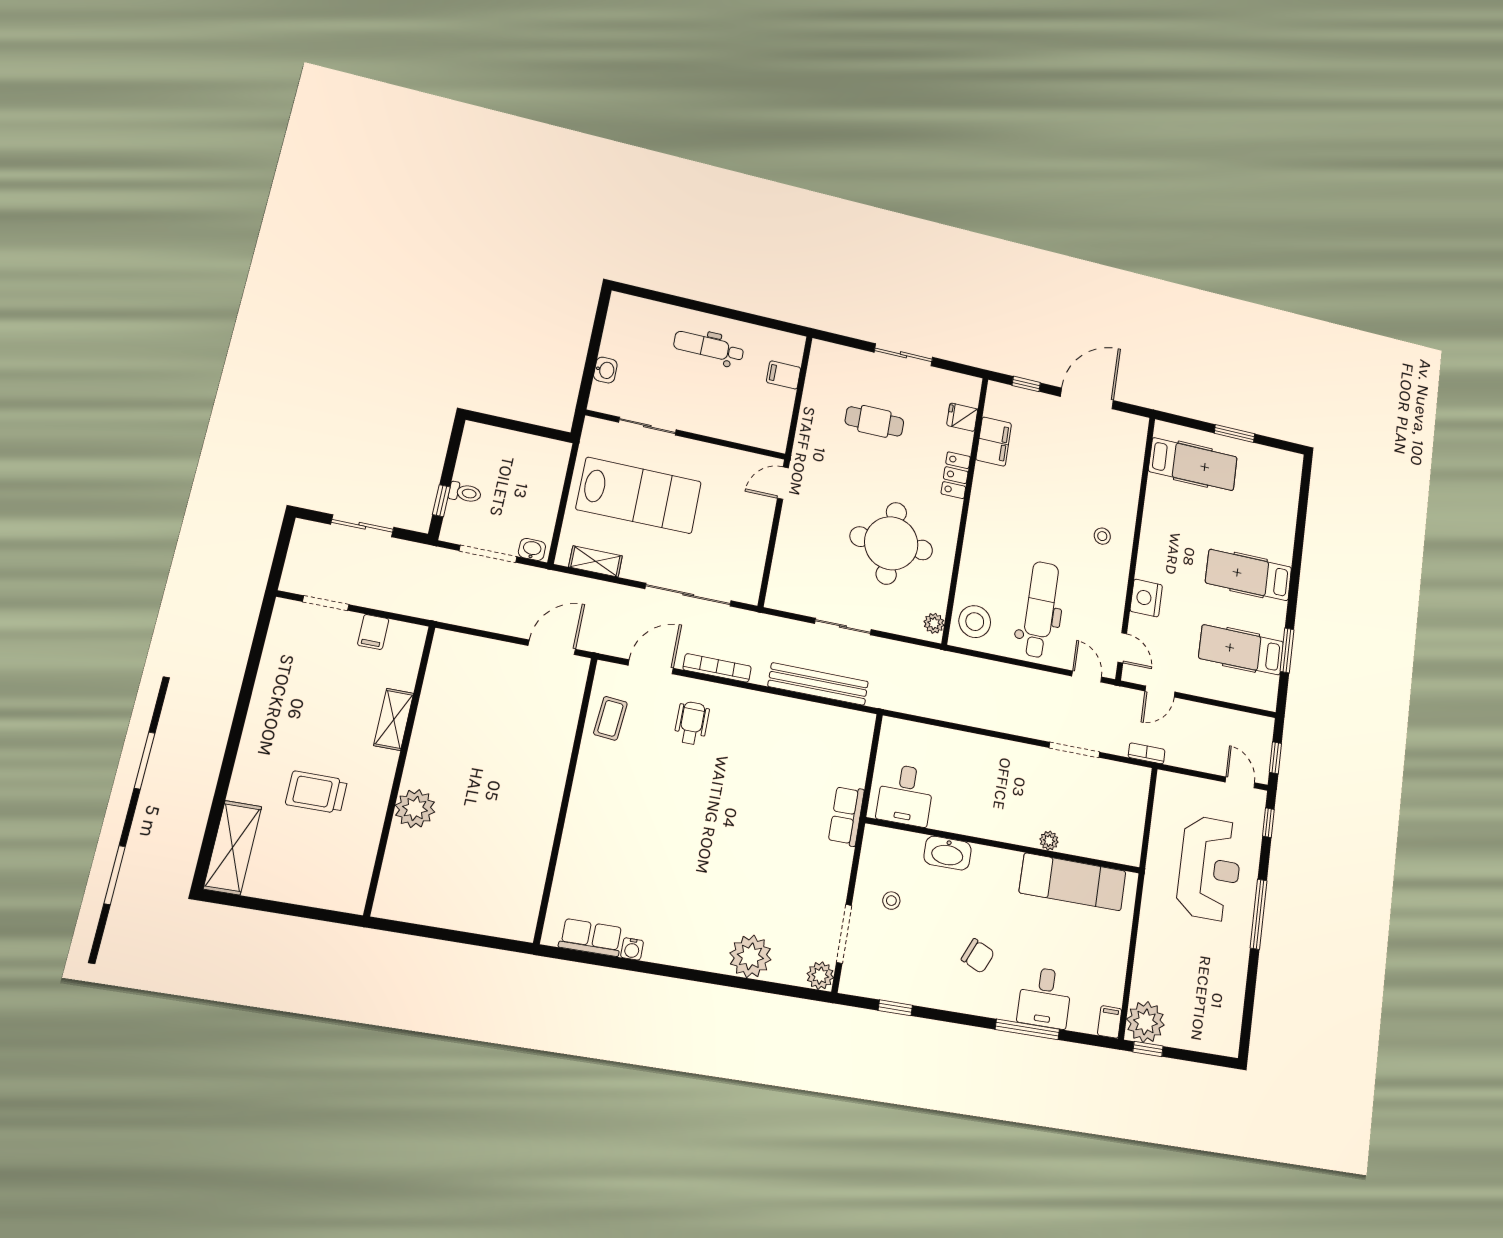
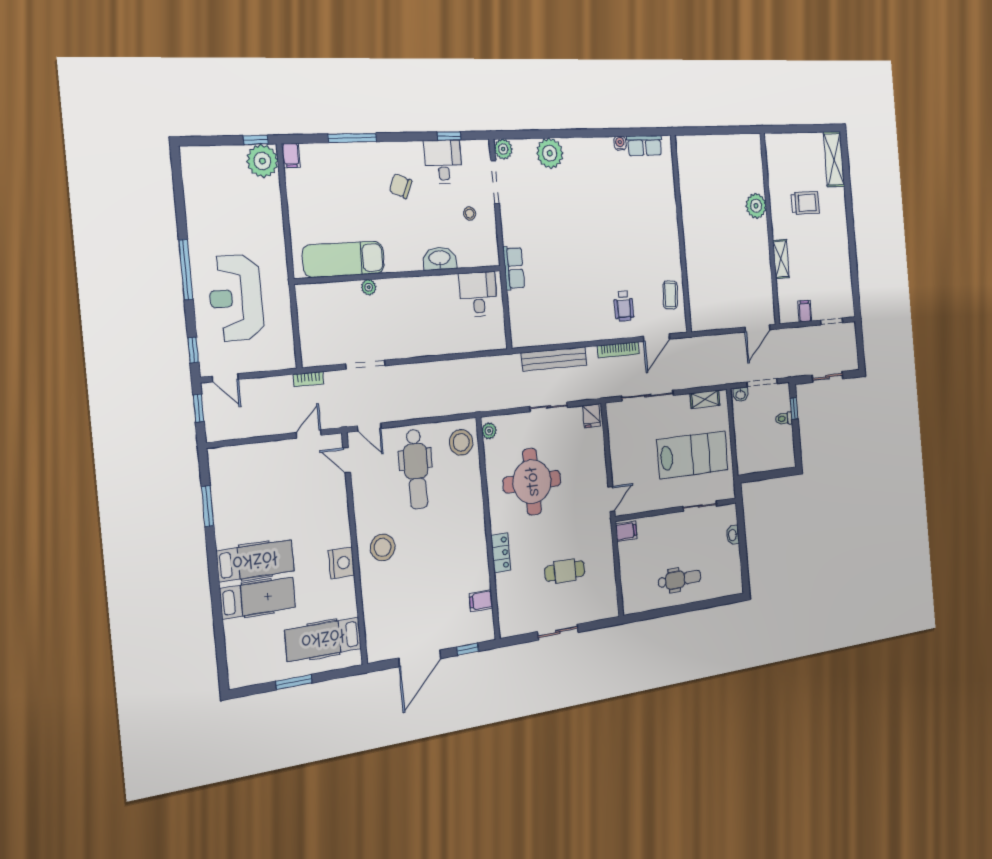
filing cabinet: (784, 375) -> (626, 531), moved
fridge: (962, 417) -> (591, 416), moved, turned 90
filing cabinet: (994, 442) -> (481, 601), width x0.50
lab bench: (639, 495) -> (693, 455), turned 180
stool: (1102, 536) -> (383, 547), width x1.89, depth x1.89
nightstand: (1146, 598) -> (342, 563), moved
door: (552, 647) -> (757, 328), moved
hospital bed: (1241, 650) -> (258, 598), moved
desk: (1045, 998) -> (443, 162), moved

